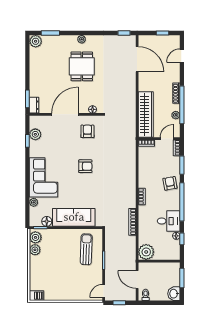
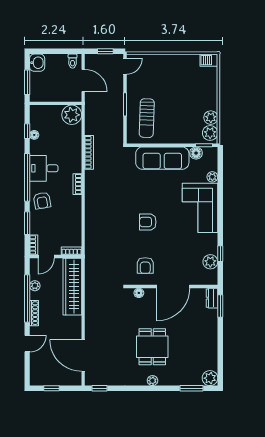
door: (182, 56) -> (27, 344), moved
desk: (169, 221) -> (44, 168), moved

